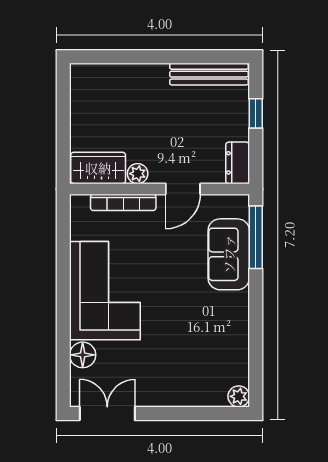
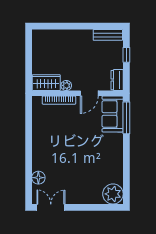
bench: (209, 74) -> (108, 35), width x0.73
sofa: (229, 254) -> (113, 114), moved
corner sofa: (105, 291) -> (50, 145), removed
plant: (239, 396) -> (113, 194), width x1.87, depth x1.87

